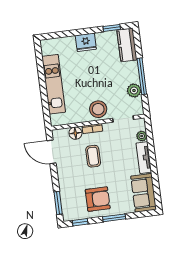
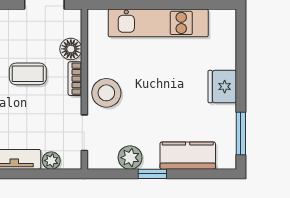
window: (112, 28) -> (241, 133), width x1.50
kitchen counter: (127, 45) -> (188, 156), moved
window: (142, 76) -> (152, 174), width x0.46

